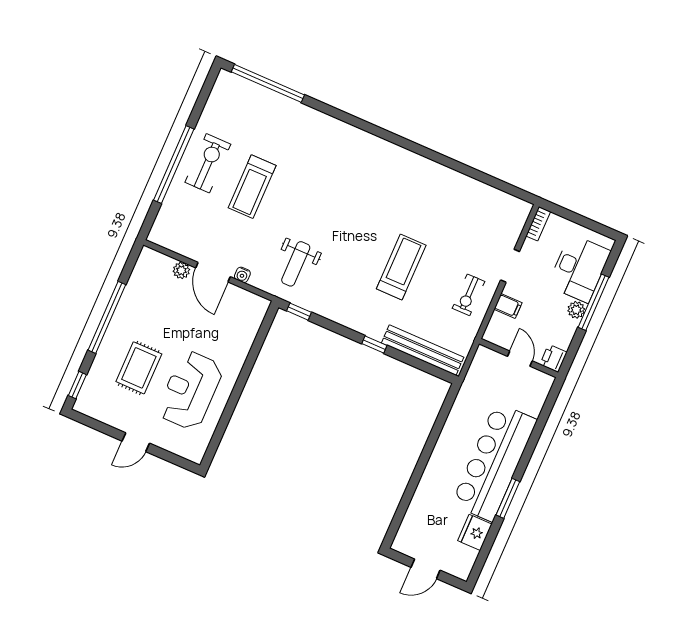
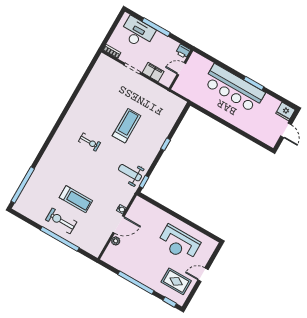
weight bench: (296, 264) -> (130, 173), moved, turned 180
treadmill: (401, 267) -> (127, 126), turned 90
exercise bike: (468, 295) -> (89, 142), moved
filing cabinet: (508, 306) -> (153, 72), width x2.00
plant: (576, 310) -> (159, 37), removed
bench: (423, 350) -> (171, 119), removed
rug: (139, 368) -> (176, 281), moved
door: (136, 442) -> (203, 275), swing flipped
fridge: (475, 532) -> (285, 112), moved

